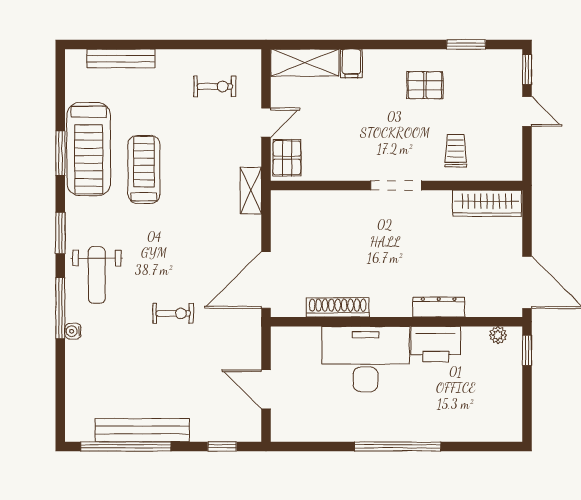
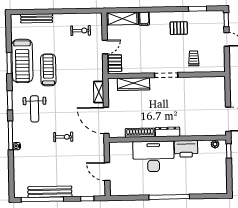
shelving: (251, 191) -> (99, 92), moved
wardrobe: (487, 203) -> (134, 84), moved
weight bench: (97, 275) -> (35, 109), moved
door: (266, 280) -> (106, 120), hinge flipped
dresser: (439, 307) -> (168, 132), moved

